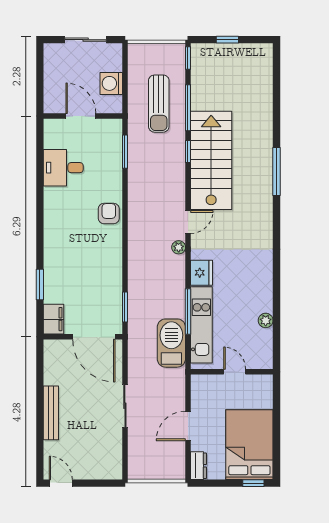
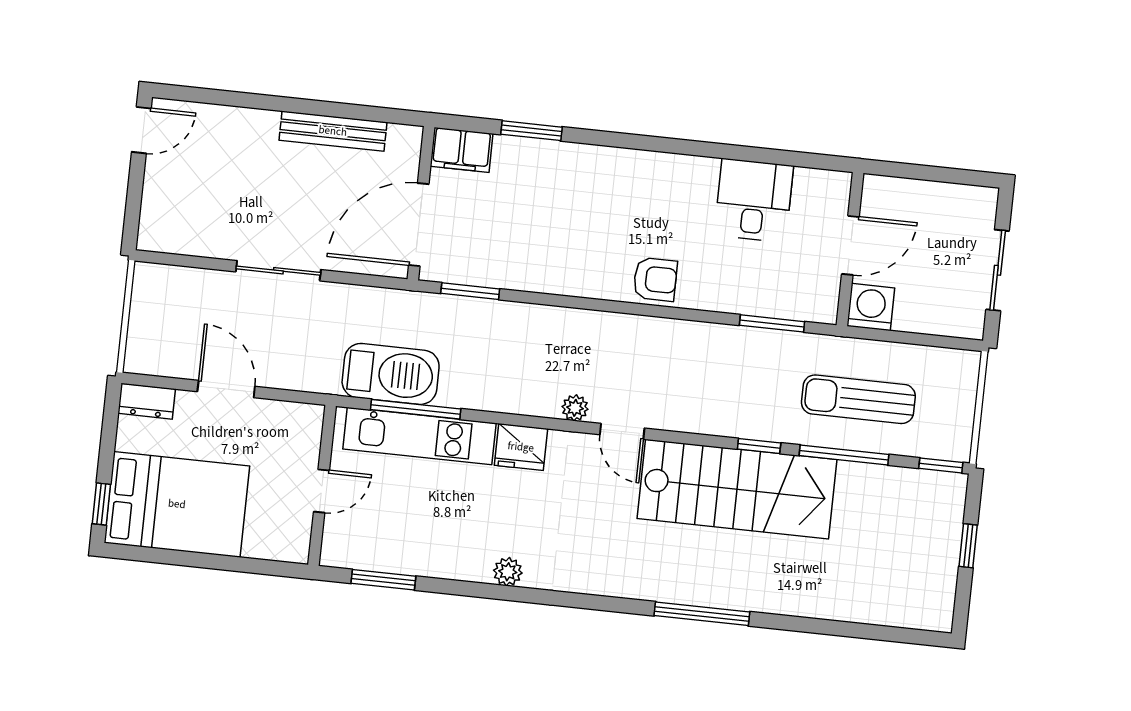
washing machine: (111, 83) -> (871, 307), moved
window: (188, 311) -> (416, 409), moved
plant: (266, 320) -> (508, 572), moved
window: (277, 335) -> (383, 580), added
bench: (51, 413) -> (333, 131), moved

